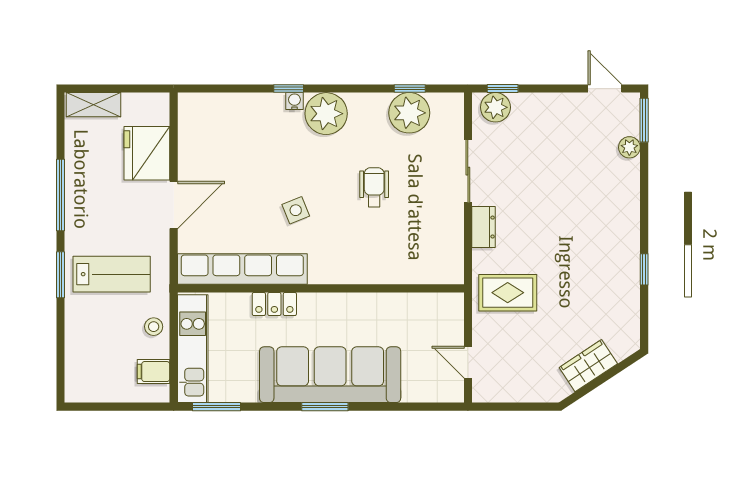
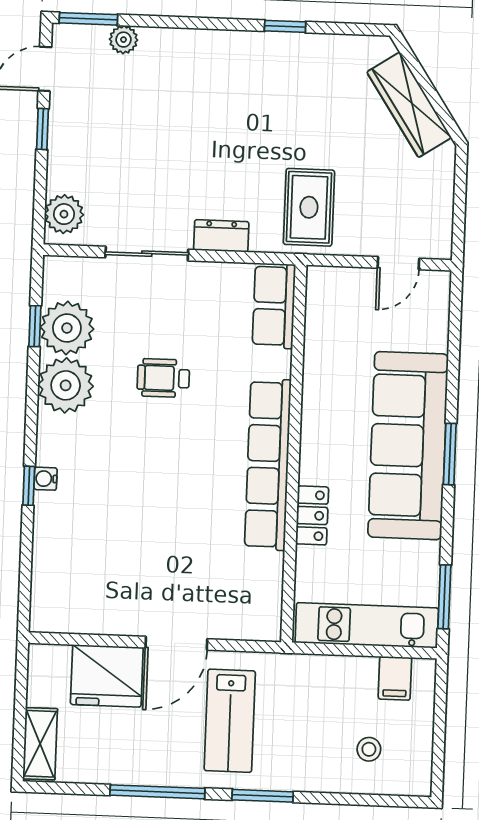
window: (503, 89) -> (42, 129), moved
plant: (326, 114) -> (66, 385), moved
door: (174, 205) -> (176, 643), swing flipped
side table: (296, 210) -> (189, 483), removed
row of seats: (242, 269) -> (268, 465), moved
row of seats: (432, 269) -> (274, 306), added
lab bench: (112, 274) -> (230, 721), moved, turned 180
stool: (154, 327) -> (369, 749), moved
wardrobe: (588, 366) -> (409, 105), width x1.50

